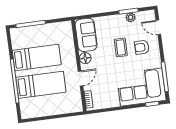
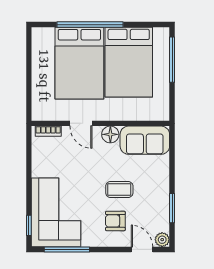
plant: (131, 17) -> (162, 240), moved
door: (158, 27) -> (142, 249), hinge flipped
armchair: (142, 47) -> (115, 221), turned -90
bed: (37, 58) -> (129, 62), width x1.50
bed: (41, 85) -> (79, 63), width x1.50

